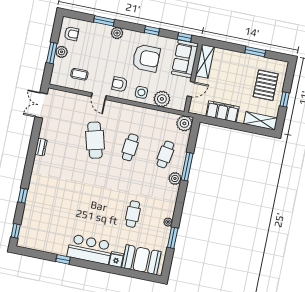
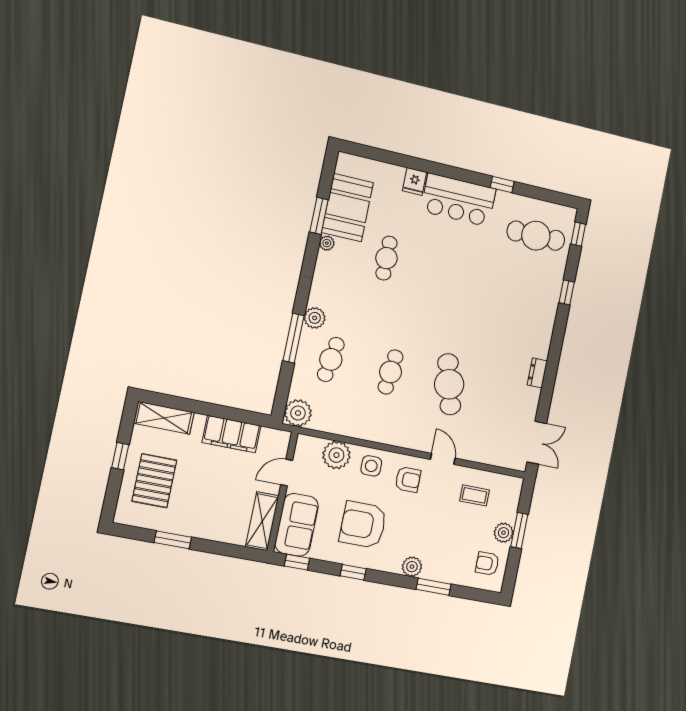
cafe table: (42, 229) -> (536, 236), added
booth: (141, 260) -> (348, 208), moved, turned 90

